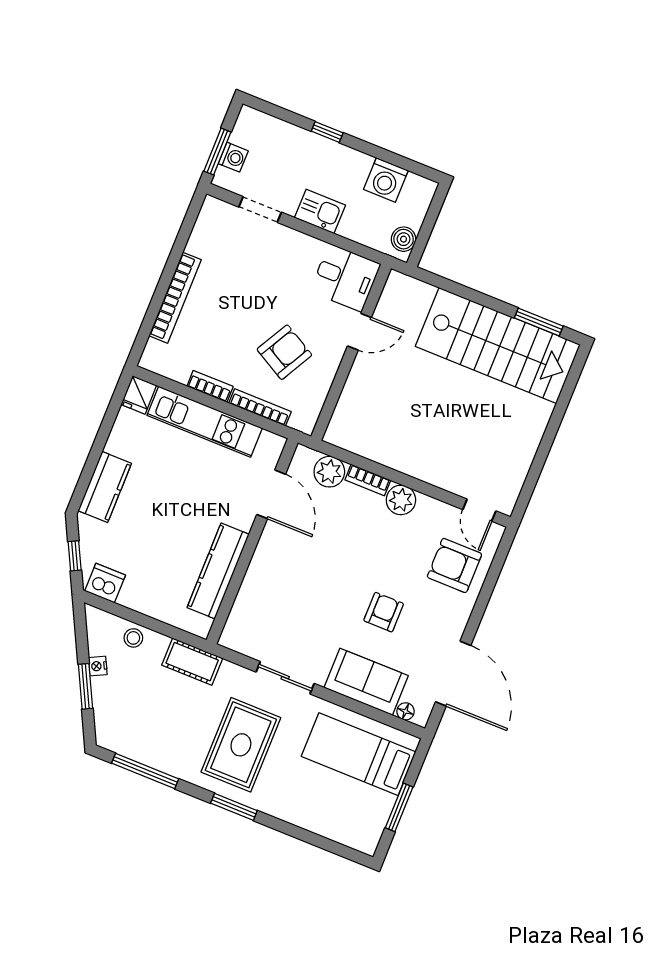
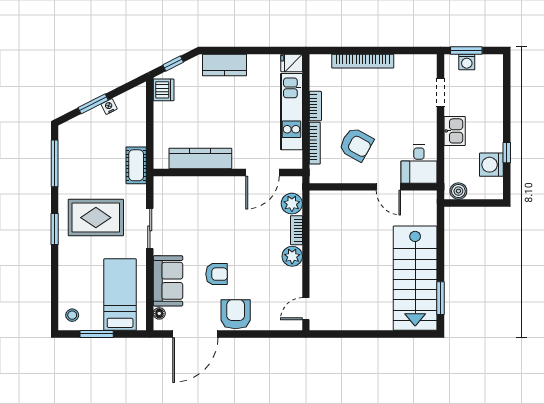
window: (327, 132) -> (507, 153), moved
armchair: (454, 565) -> (236, 314), moved
stool: (133, 638) -> (72, 315), moved

